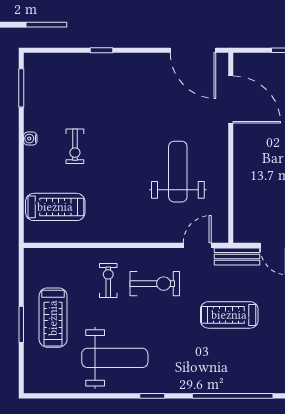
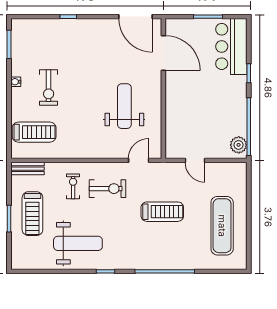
exercise bike: (75, 146) -> (49, 87), width x1.38, depth x1.39
bench: (237, 256) -> (27, 169), moved
treadmill: (229, 315) -> (162, 212), turned 180

